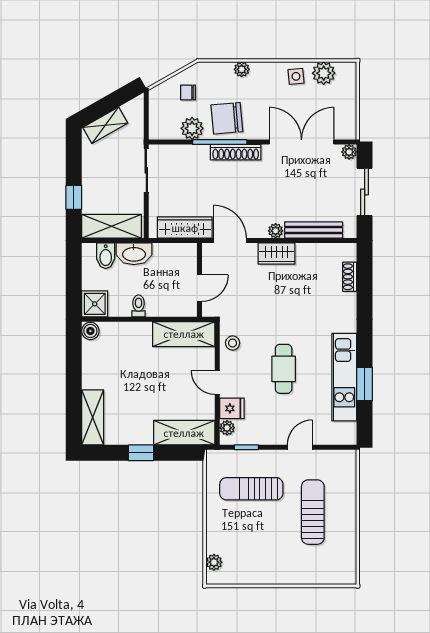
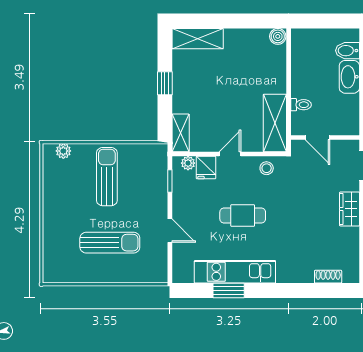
shower: (95, 304) -> (303, 40), removed
toilet: (139, 306) -> (301, 105), moved
shelving: (184, 433) -> (181, 133), width x0.67, depth x0.75
sun lounger: (251, 489) -> (107, 177), moved

